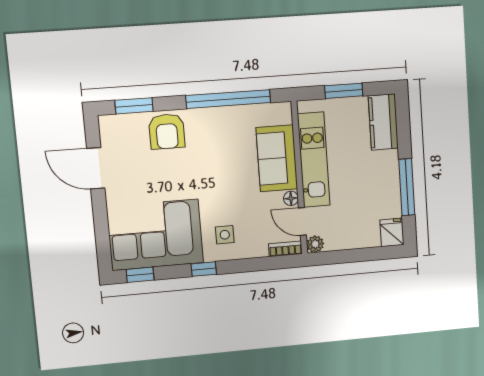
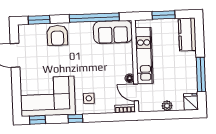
sofa: (277, 158) -> (113, 32), moved, turned -90
plant: (315, 244) -> (167, 106), moved

